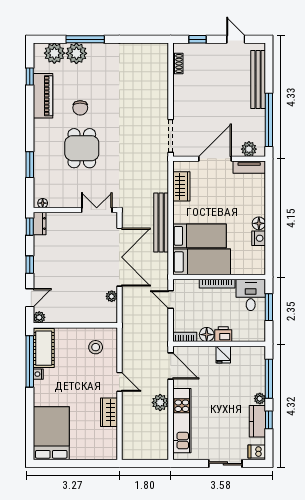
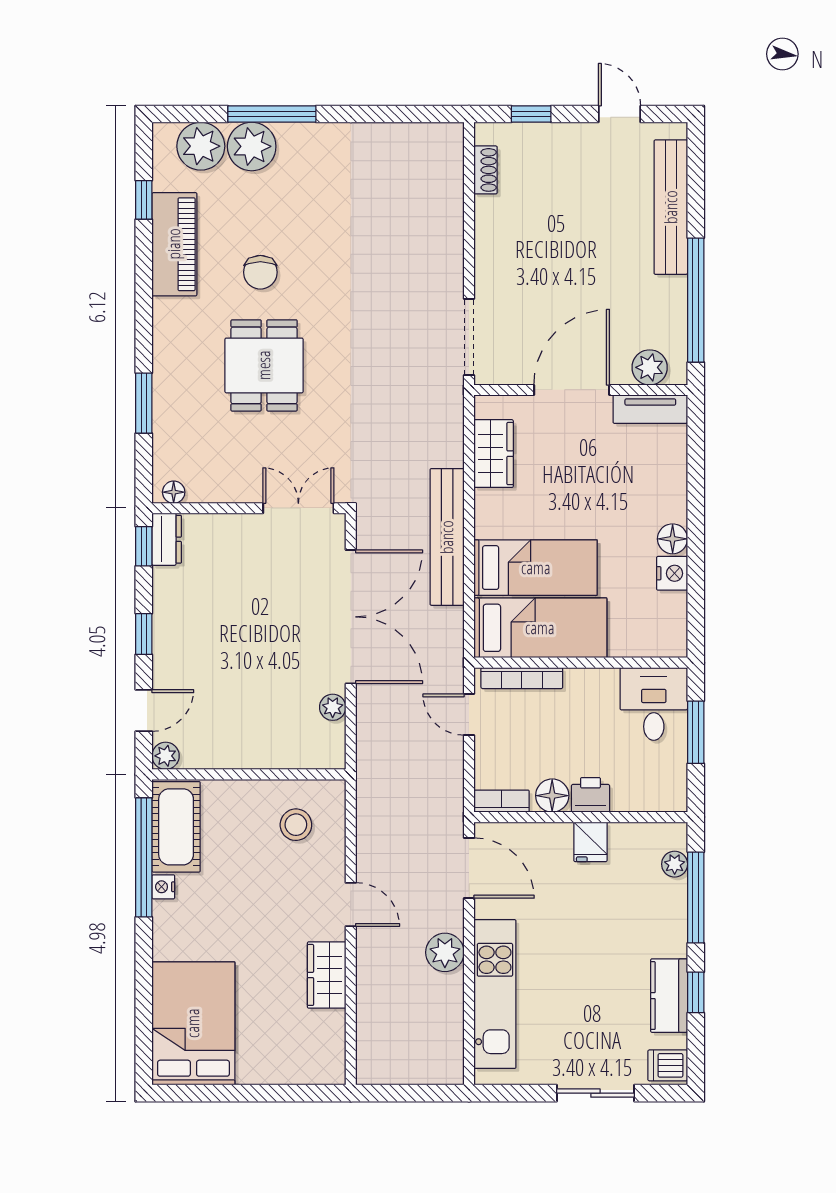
bookcase: (217, 284) -> (522, 678), moved
plant: (260, 399) -> (675, 864), moved

